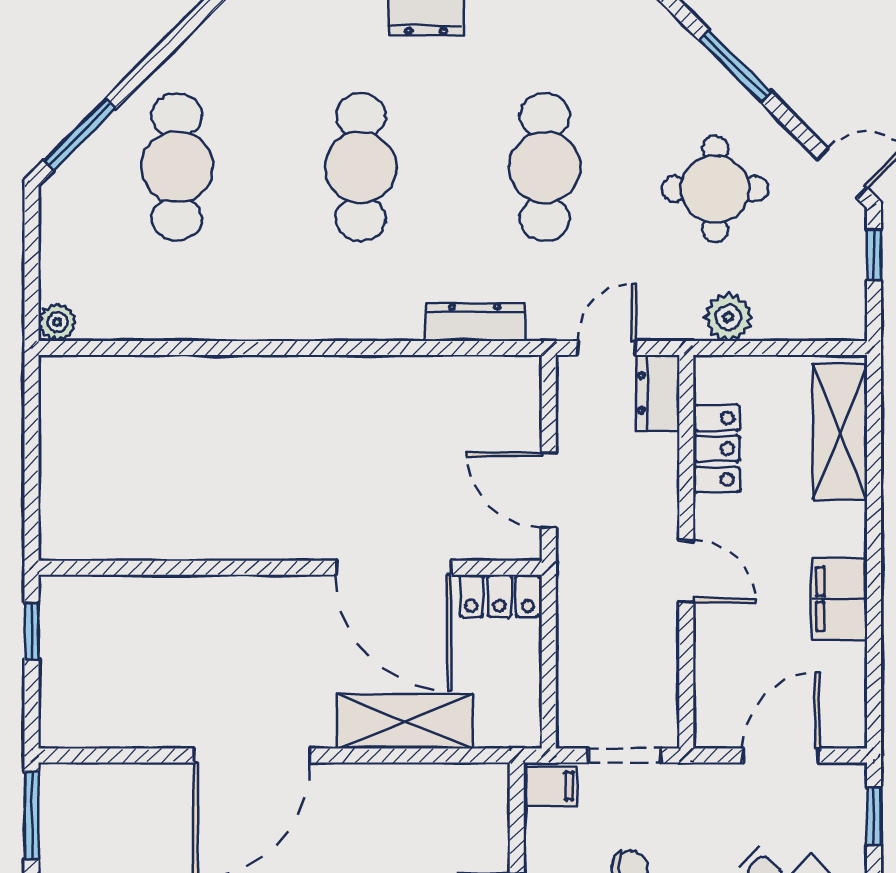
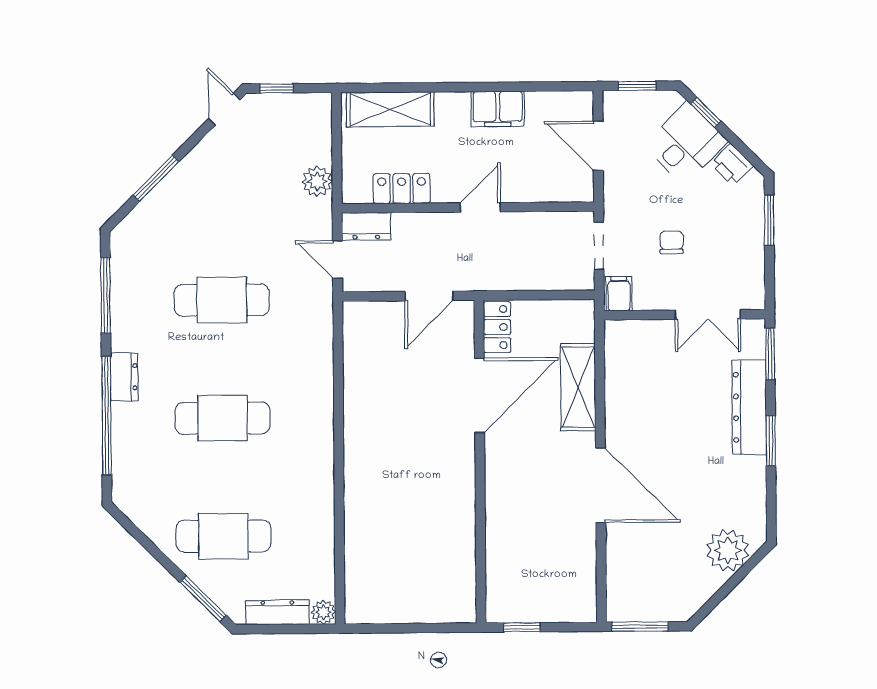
round table: (715, 189) -> (235, 191), removed
dresser: (475, 322) -> (277, 612), moved, turned 90

